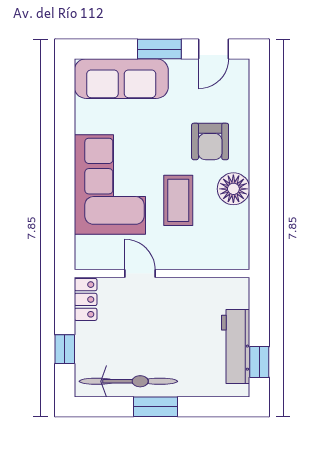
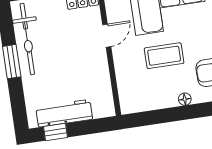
floor lamp: (233, 189) -> (185, 99), width x0.53, depth x0.53

